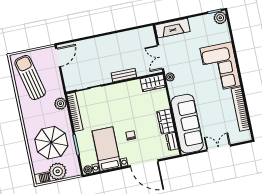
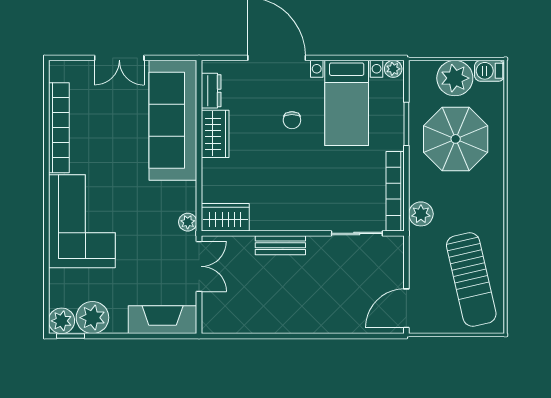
plant: (206, 22) -> (92, 318), added

